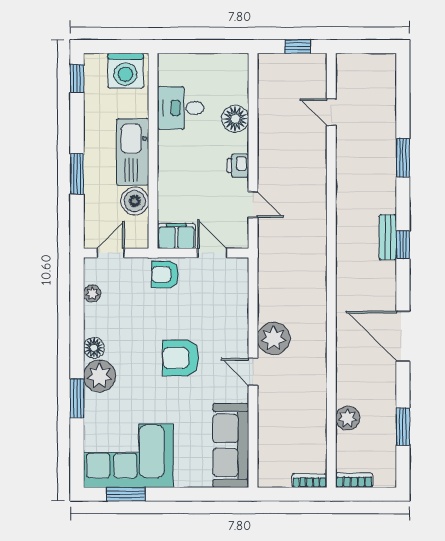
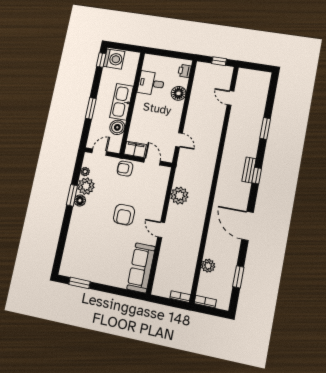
washing machine: (125, 71) -> (114, 59), moved, turned -90
printer: (238, 166) -> (184, 71), moved
plant: (274, 338) -> (179, 196), moved
armchair: (181, 358) -> (124, 215), turned -90
plant: (100, 376) -> (86, 186), moved
window: (77, 398) -> (72, 195), moved
corner sofa: (128, 456) -> (85, 262), removed

